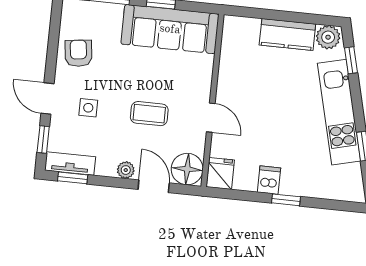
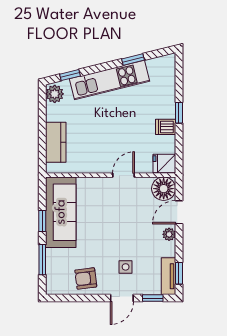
kitchen counter: (287, 34) -> (56, 142), moved
coffee table: (149, 114) -> (125, 221), removed

